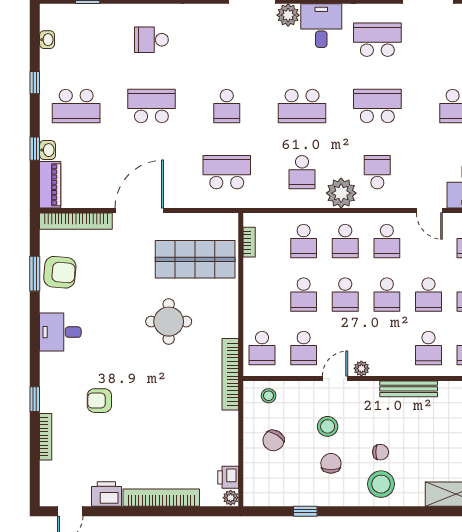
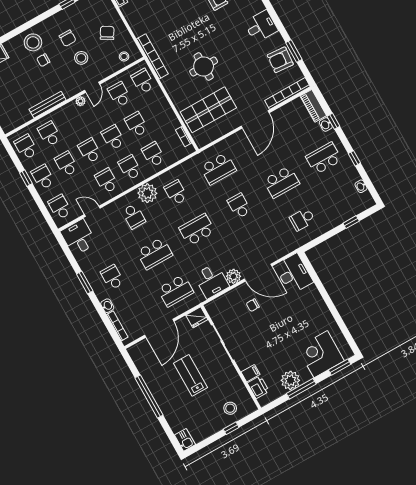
school desk: (151, 40) -> (302, 219), turned 180

